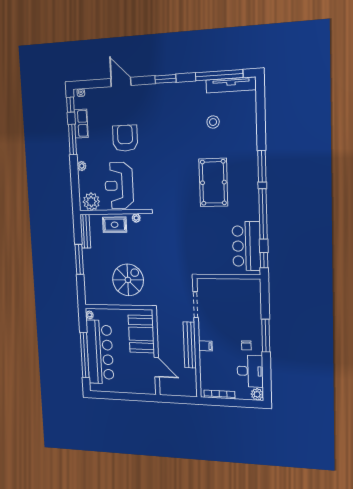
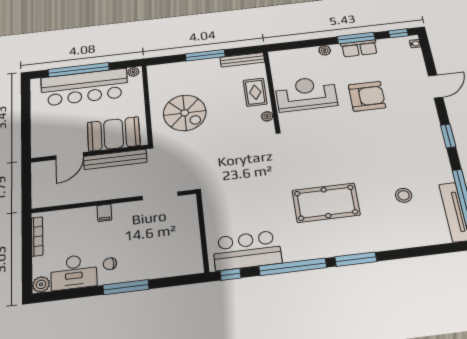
row of seats: (81, 124) -> (359, 48), moved
plant: (91, 202) -> (281, 64), removed
bench: (190, 345) -> (115, 159), moved

